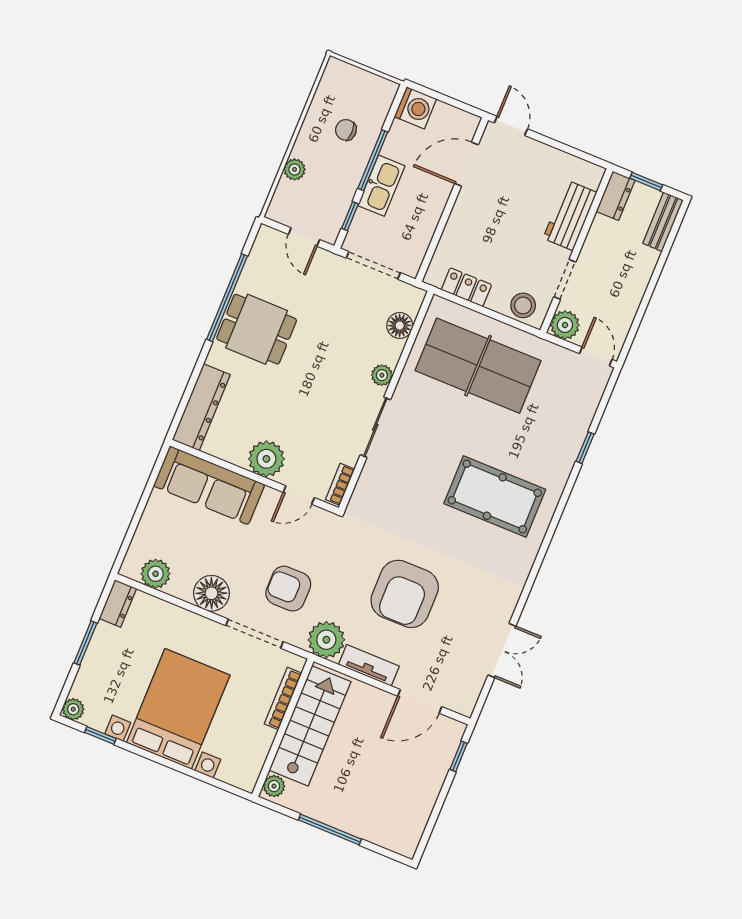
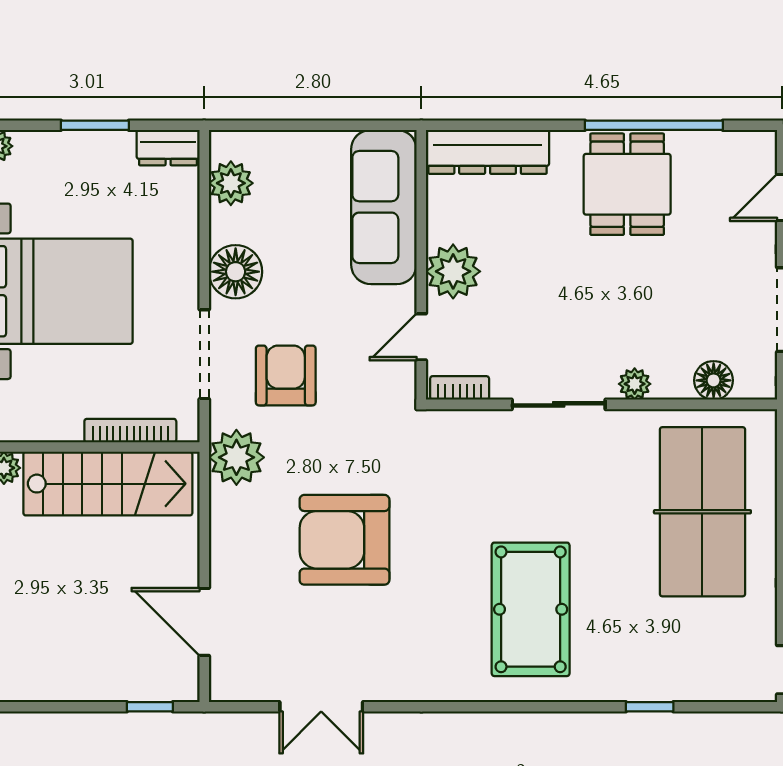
door: (299, 495) -> (421, 337), hinge flipped
tv unit: (369, 665) -> (225, 531), removed

